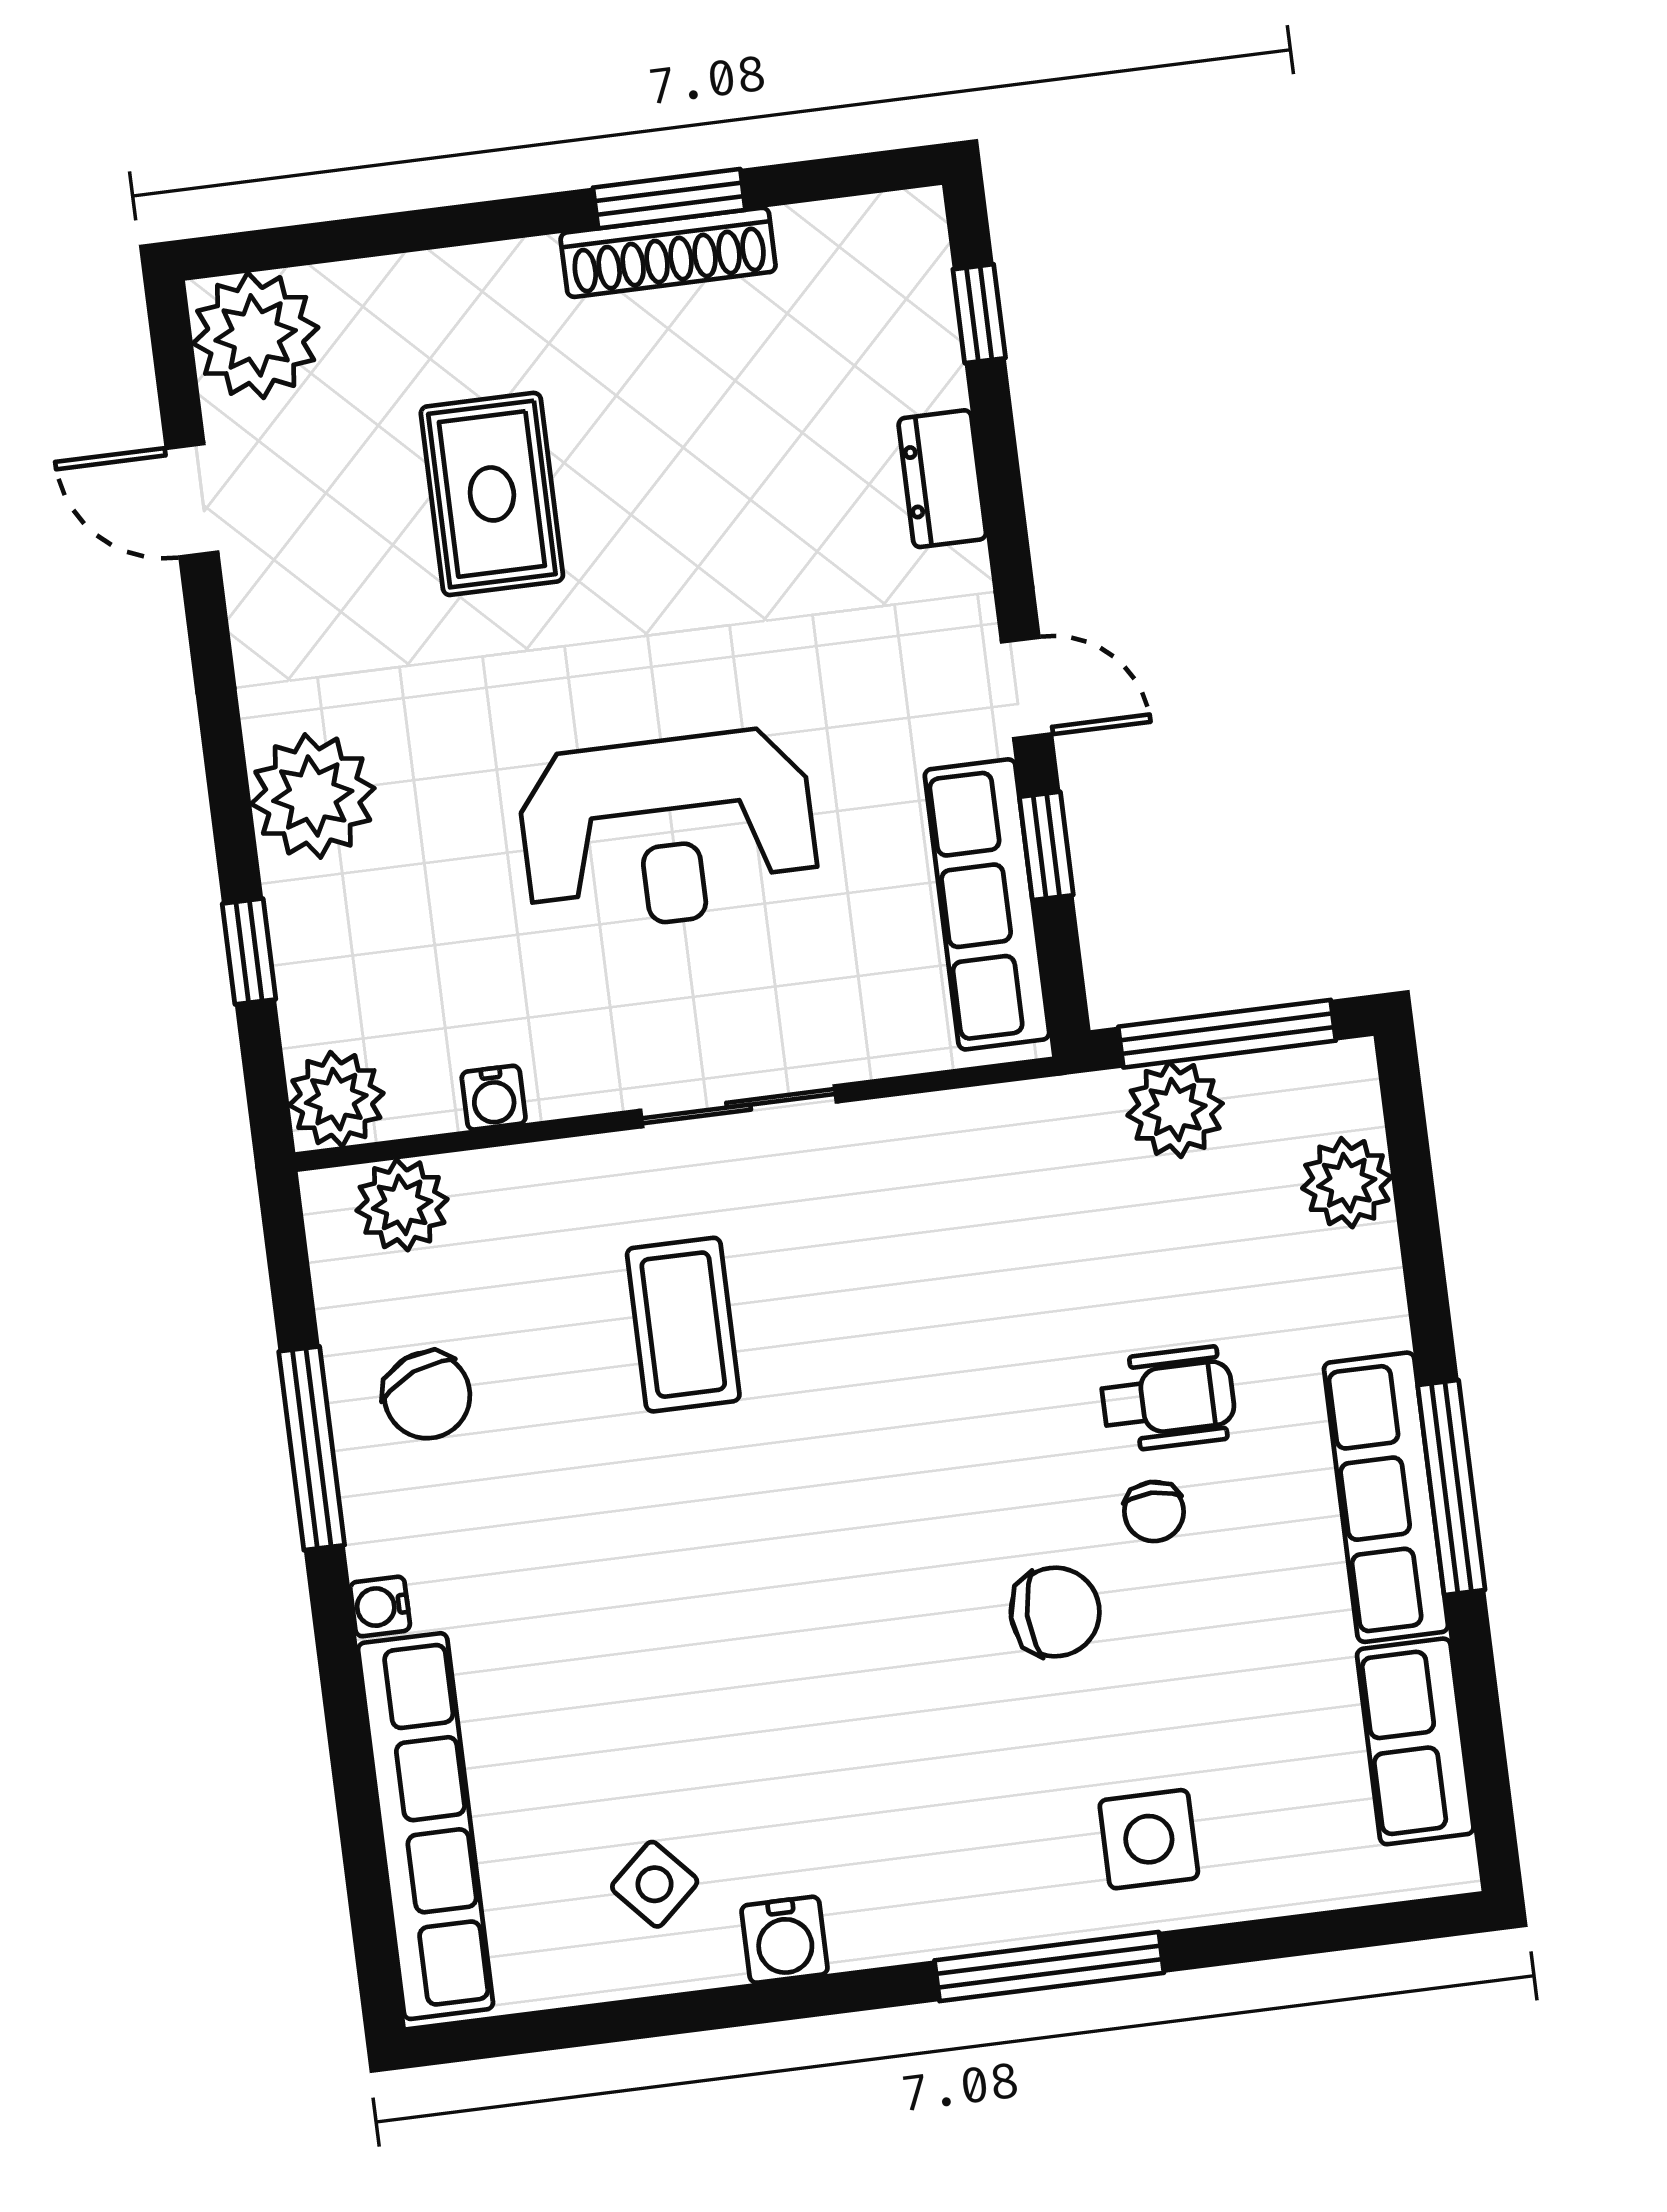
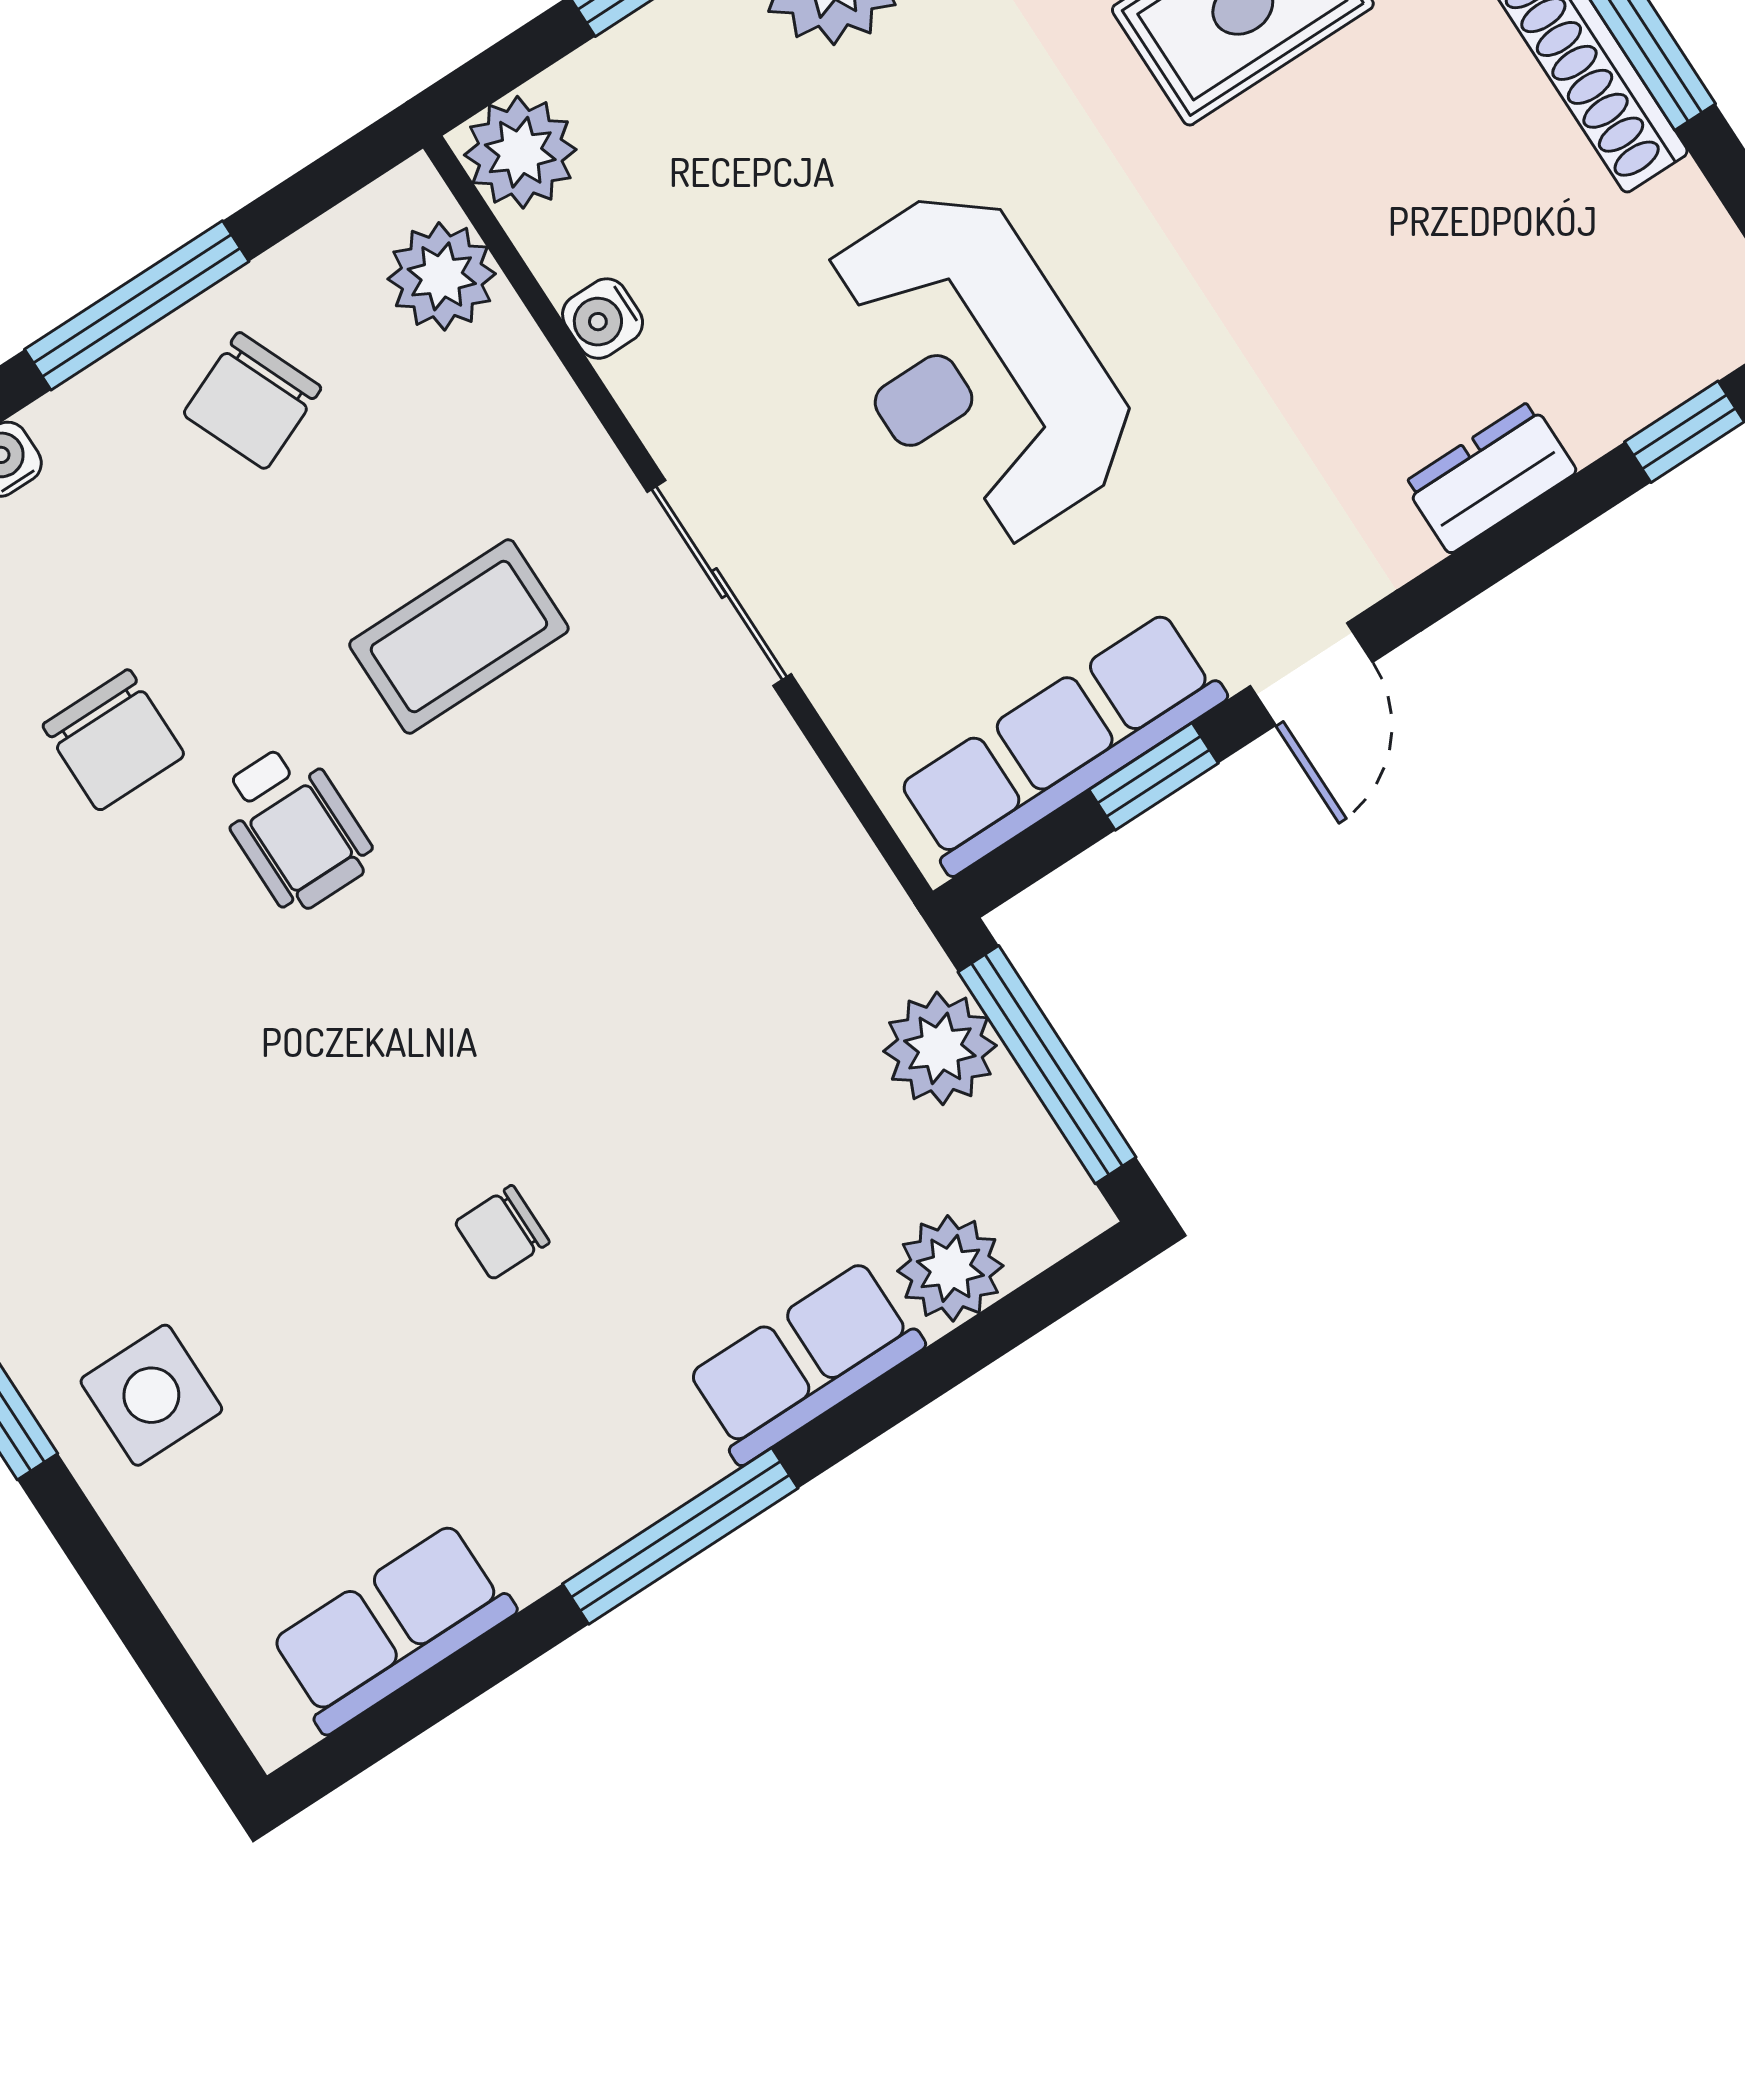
wheelchair: (1168, 1399) -> (295, 828), moved
row of seats: (1386, 1497) -> (805, 1362), moved, width x0.68
chair: (1055, 1612) -> (114, 740), moved

